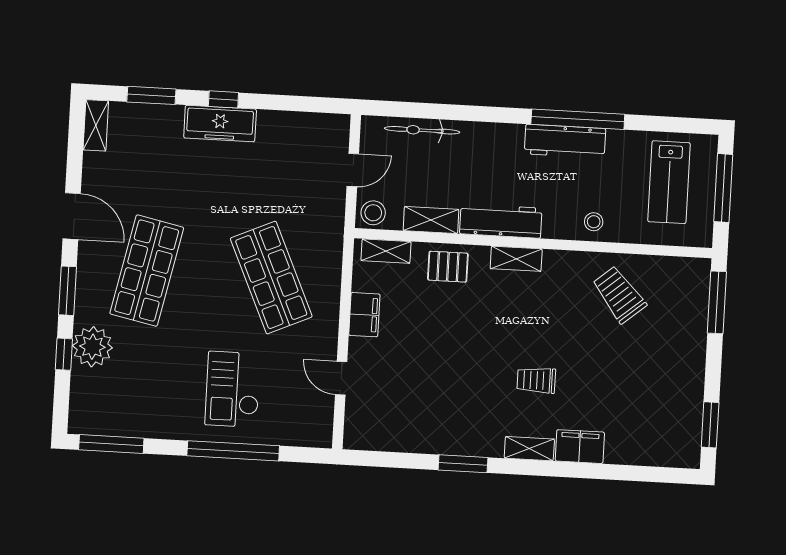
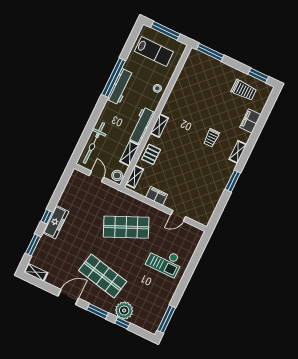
bicycle: (422, 130) -> (94, 143), width x1.37, depth x1.40
trolley: (619, 295) -> (244, 90), moved, turned -140
filing cabinet: (580, 447) -> (250, 121), moved
window: (233, 451) -> (189, 271), removed

